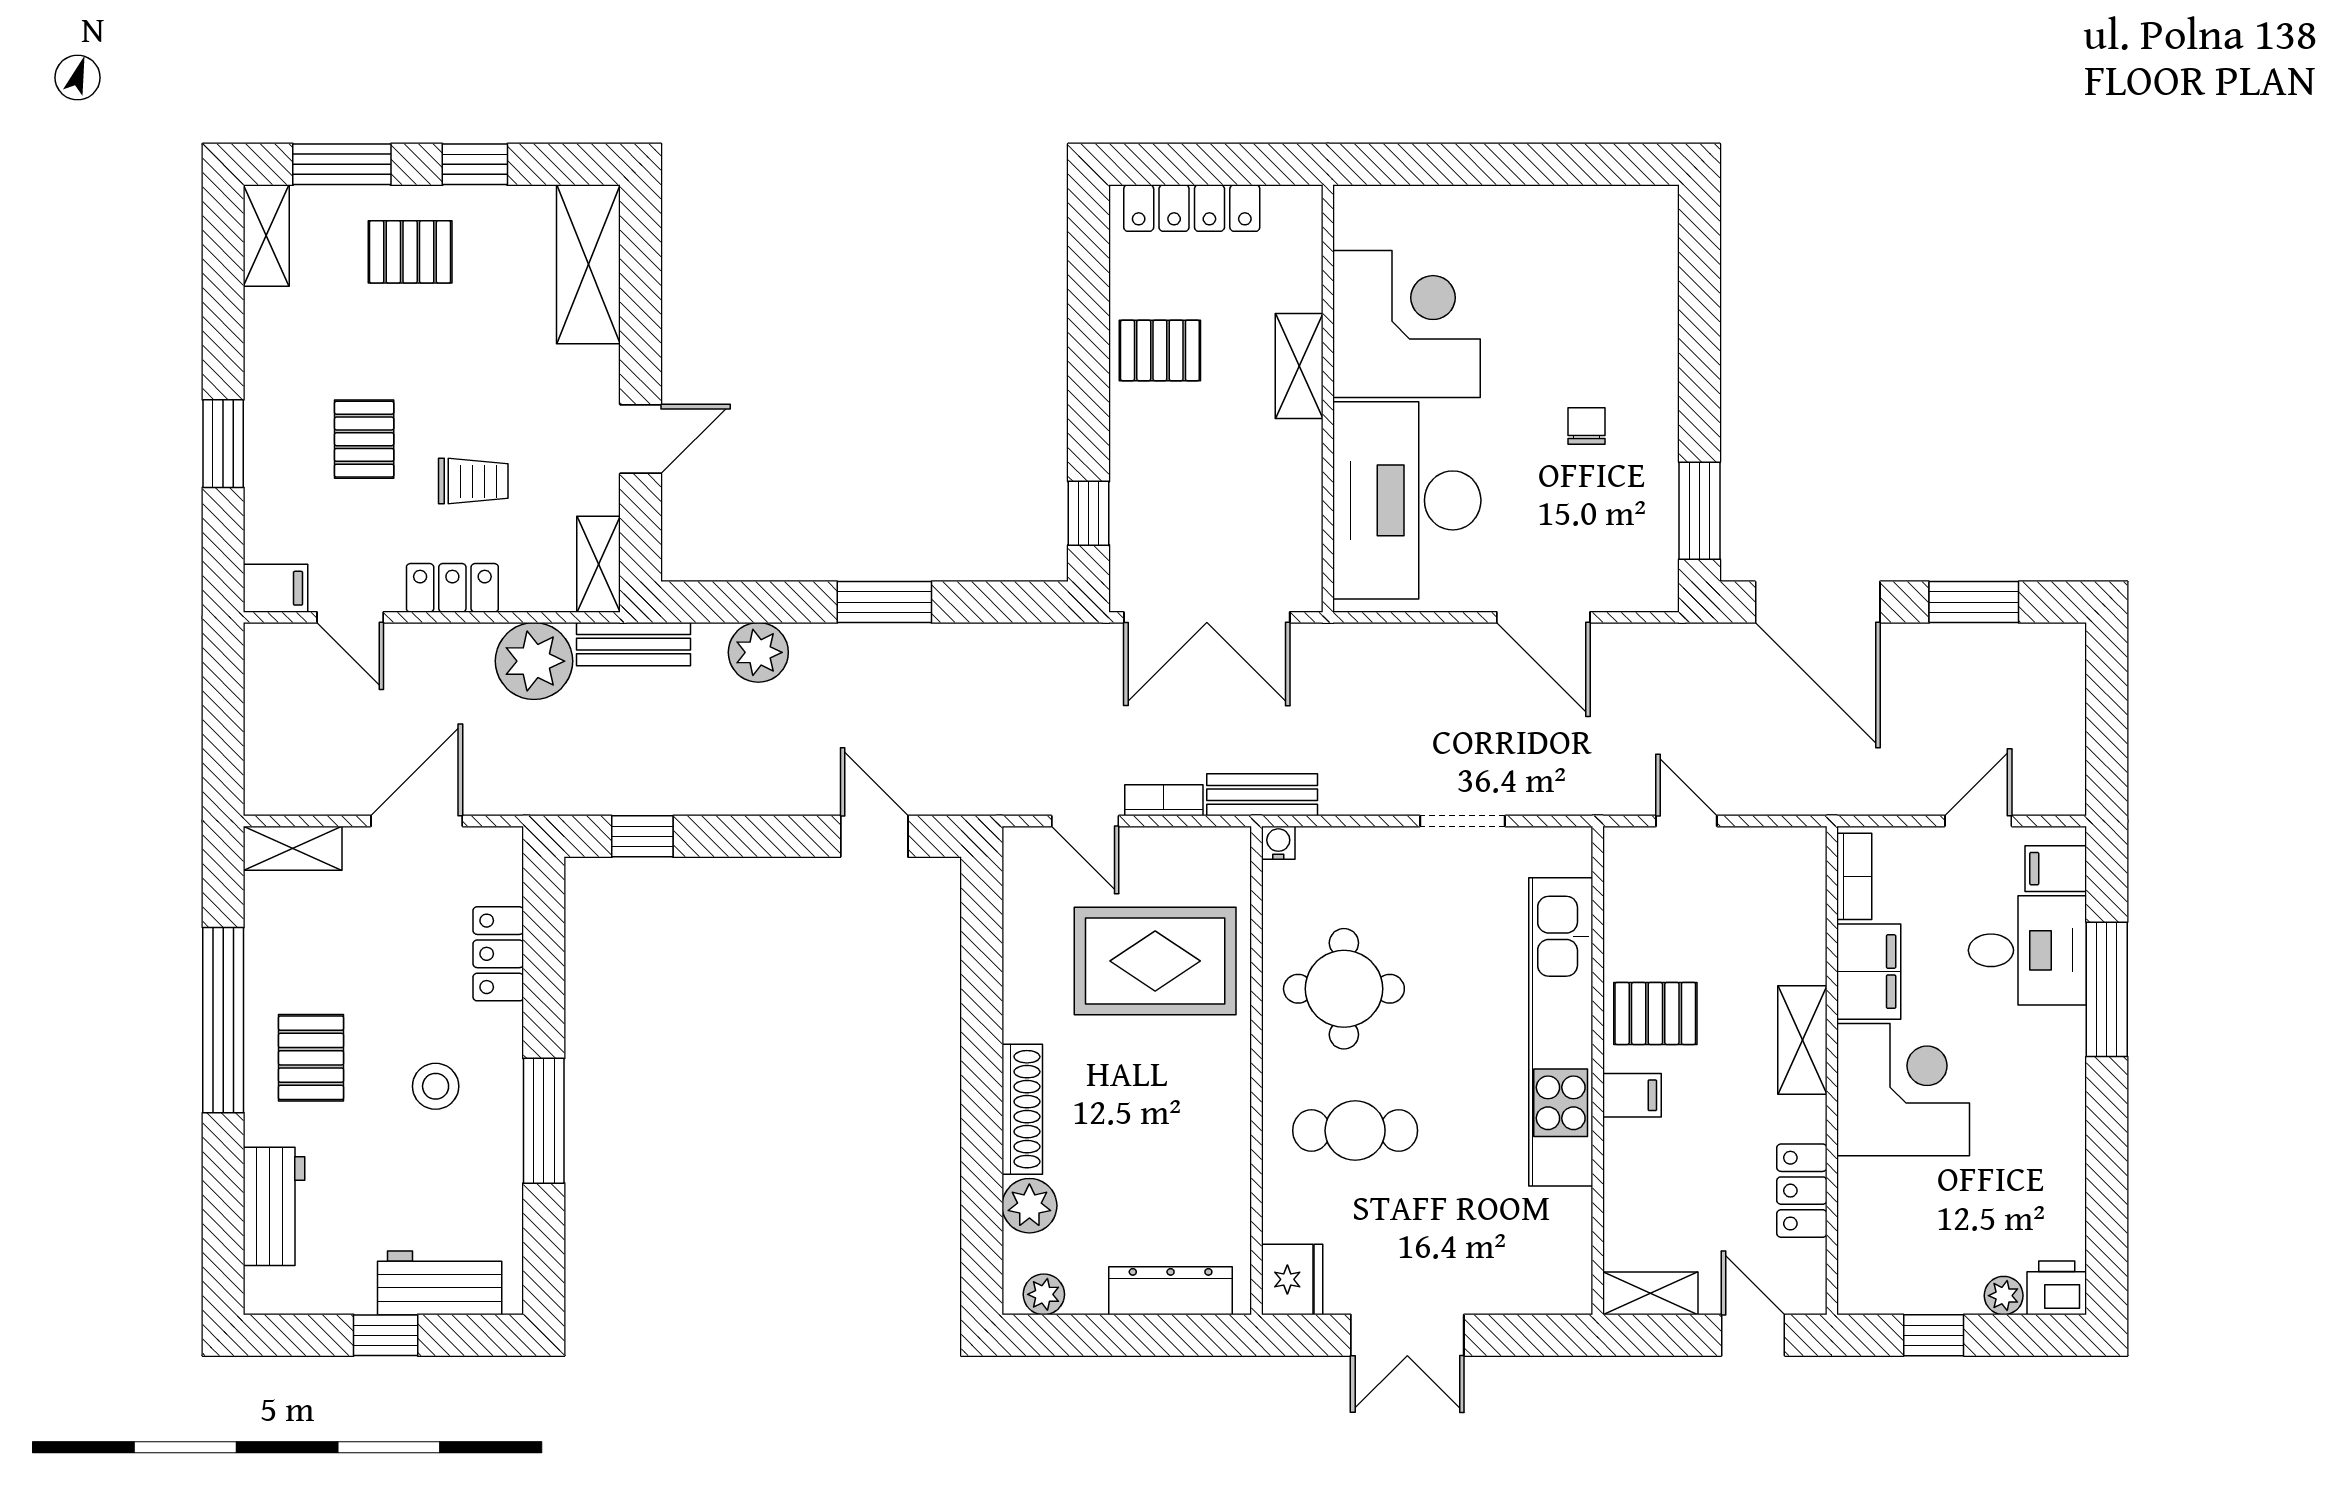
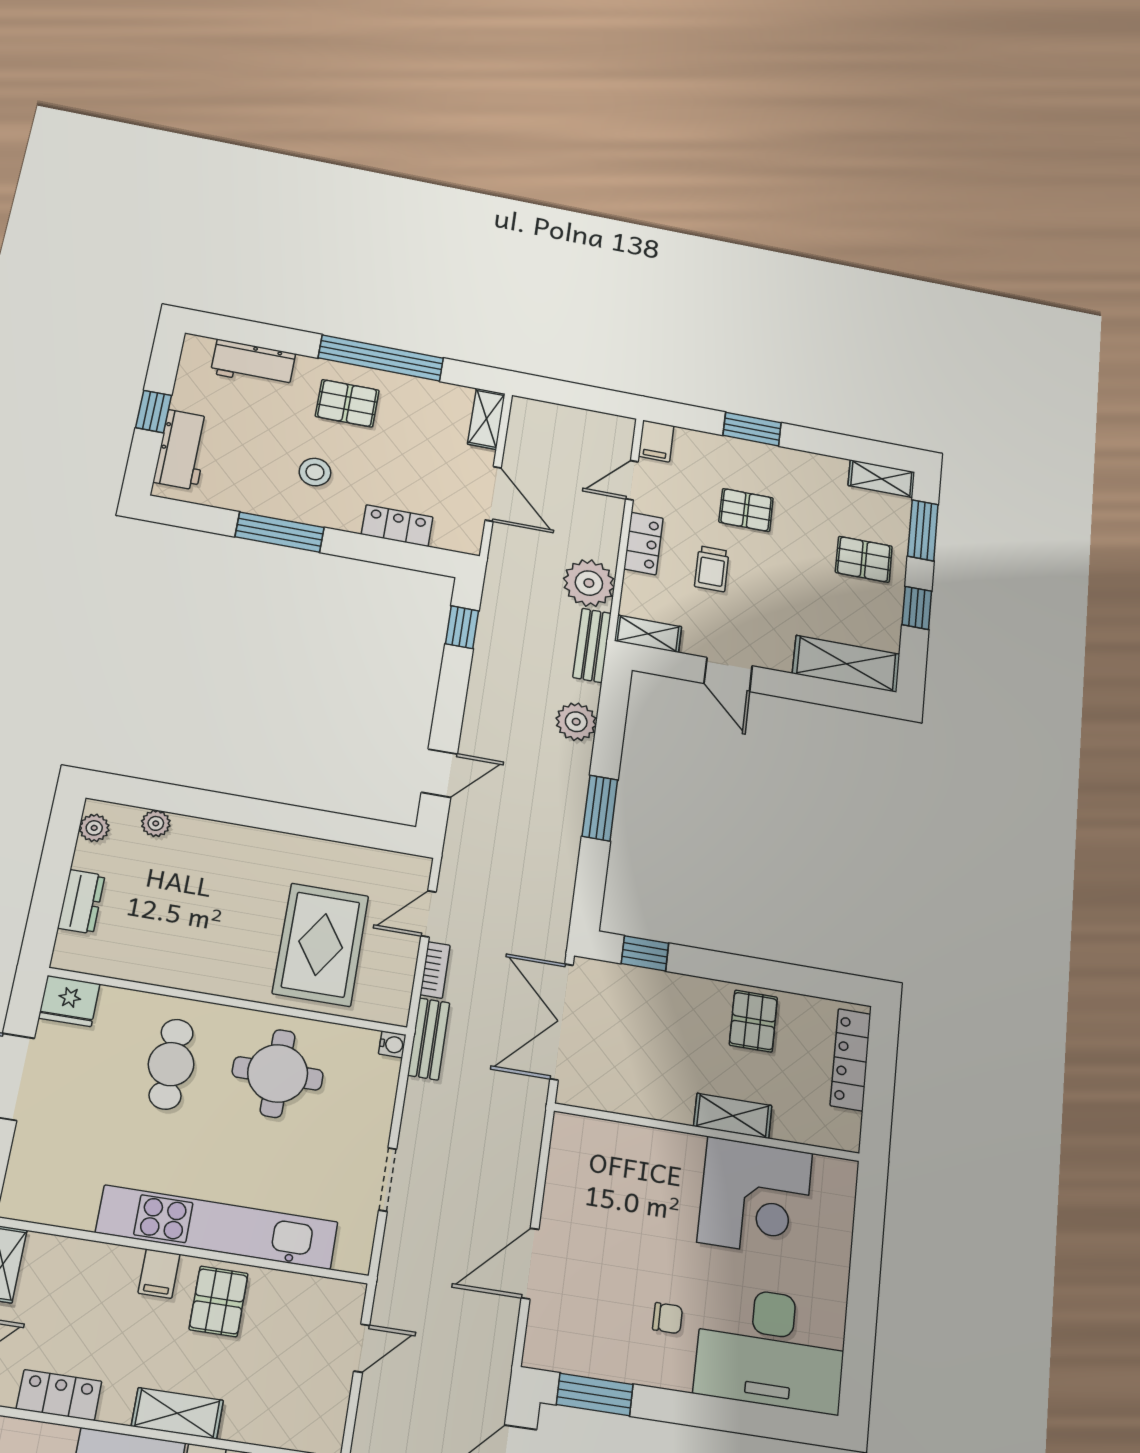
pallet: (410, 252) -> (864, 559), turned 90
desk: (1407, 500) -> (771, 1349), moved, turned 180
shoe rack: (1022, 1109) -> (230, 836), removed
plant: (1029, 1206) -> (156, 823), width x0.73, depth x0.73
dresser: (1171, 1291) -> (81, 902), width x0.70

